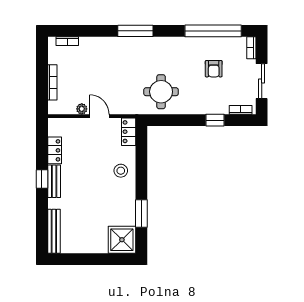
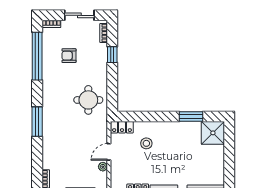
armchair: (214, 69) -> (69, 56), turned 180
stool: (121, 171) -> (146, 143), moved

